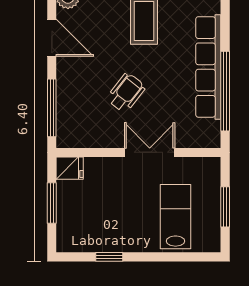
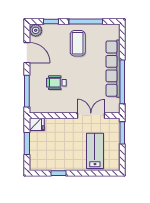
wheelchair: (126, 93) -> (56, 83), moved, turned -128
double door: (150, 152) -> (91, 116), moved
window: (225, 207) -> (122, 133), moved

